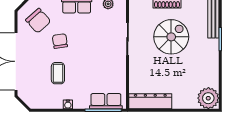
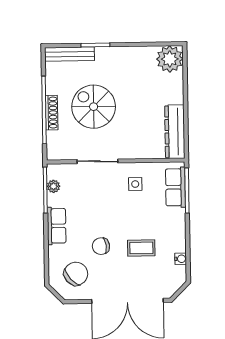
side table: (109, 69) -> (135, 184), added
water cooler: (68, 104) -> (181, 259), moved

